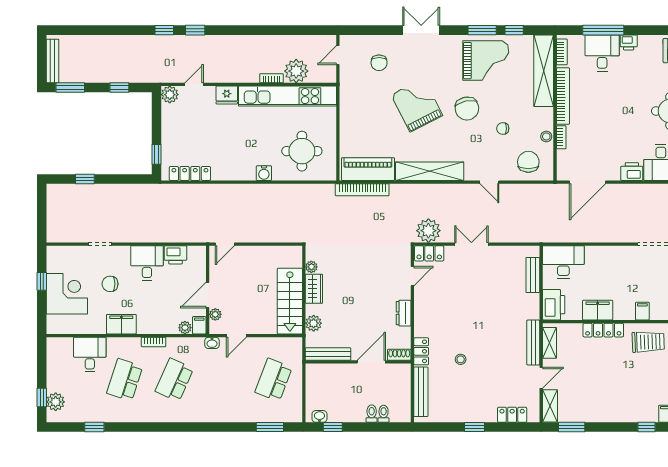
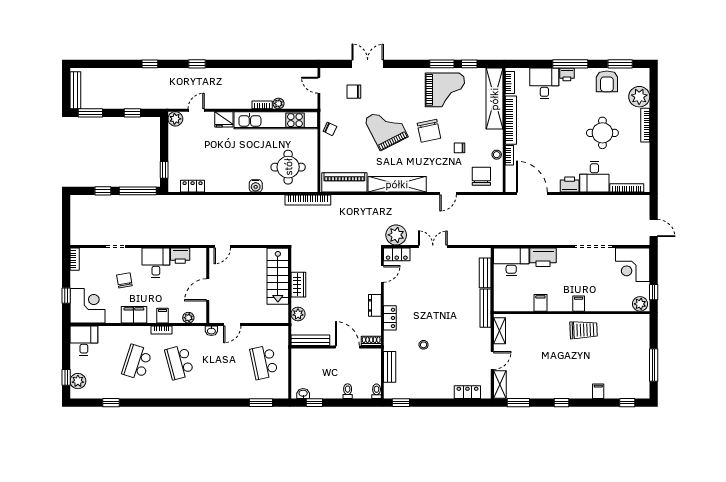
window: (164, 30) -> (150, 64), moved
double door: (421, 30) -> (368, 64), moved
window: (603, 30) -> (570, 64), moved
door: (338, 55) -> (319, 85), hinge flipped
chair: (379, 63) -> (354, 92), turned 90
plant: (296, 71) -> (279, 103), width x0.53, depth x0.53
chair: (351, 106) -> (330, 129), added
locker: (190, 173) -> (193, 186), width x0.66
window: (126, 179) -> (138, 191), added
door: (489, 182) -> (448, 194), hinge flipped
door: (588, 182) -> (532, 194), swing flipped
bookcase: (362, 190) -> (308, 200), moved
bookcase: (52, 259) -> (75, 259), added
plant: (311, 267) -> (296, 266), removed
window: (42, 281) -> (66, 296), moved
chair: (110, 284) -> (124, 280), turned 80
corner desk: (67, 294) -> (88, 306), moved
stairs: (290, 301) -> (278, 276), moved
printer: (554, 305) -> (543, 257), moved, turned 90
filing cabinet: (598, 310) -> (540, 303), width x0.50
plant: (215, 314) -> (214, 306), removed
filing cabinet: (199, 325) -> (162, 316), moved
locker: (603, 330) -> (545, 320), removed
bench: (533, 342) -> (485, 308), moved
locker: (421, 351) -> (390, 318), moved
desk: (90, 355) -> (84, 341), moved
door: (371, 362) -> (347, 347), hinge flipped
school desk: (174, 380) -> (179, 362), turned -39
school desk: (274, 380) -> (264, 362), turned -33
bench: (421, 392) -> (390, 367), width x0.73
toilet: (384, 414) -> (377, 391), moved
window: (475, 427) -> (401, 403), moved
window: (647, 427) -> (561, 403), moved

